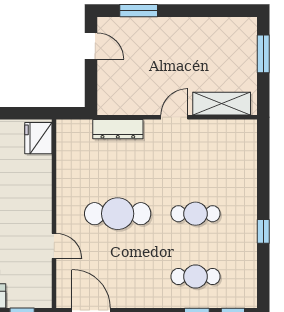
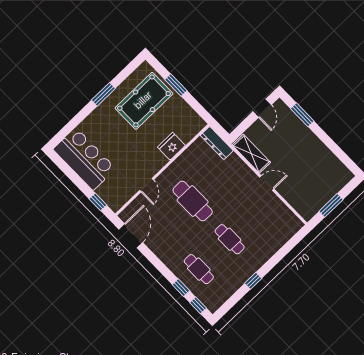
window: (263, 54) -> (331, 205), moved
shelving: (222, 104) -> (251, 154), moved
dresser: (118, 129) -> (217, 143), moved
fridge: (38, 138) -> (171, 146), moved

